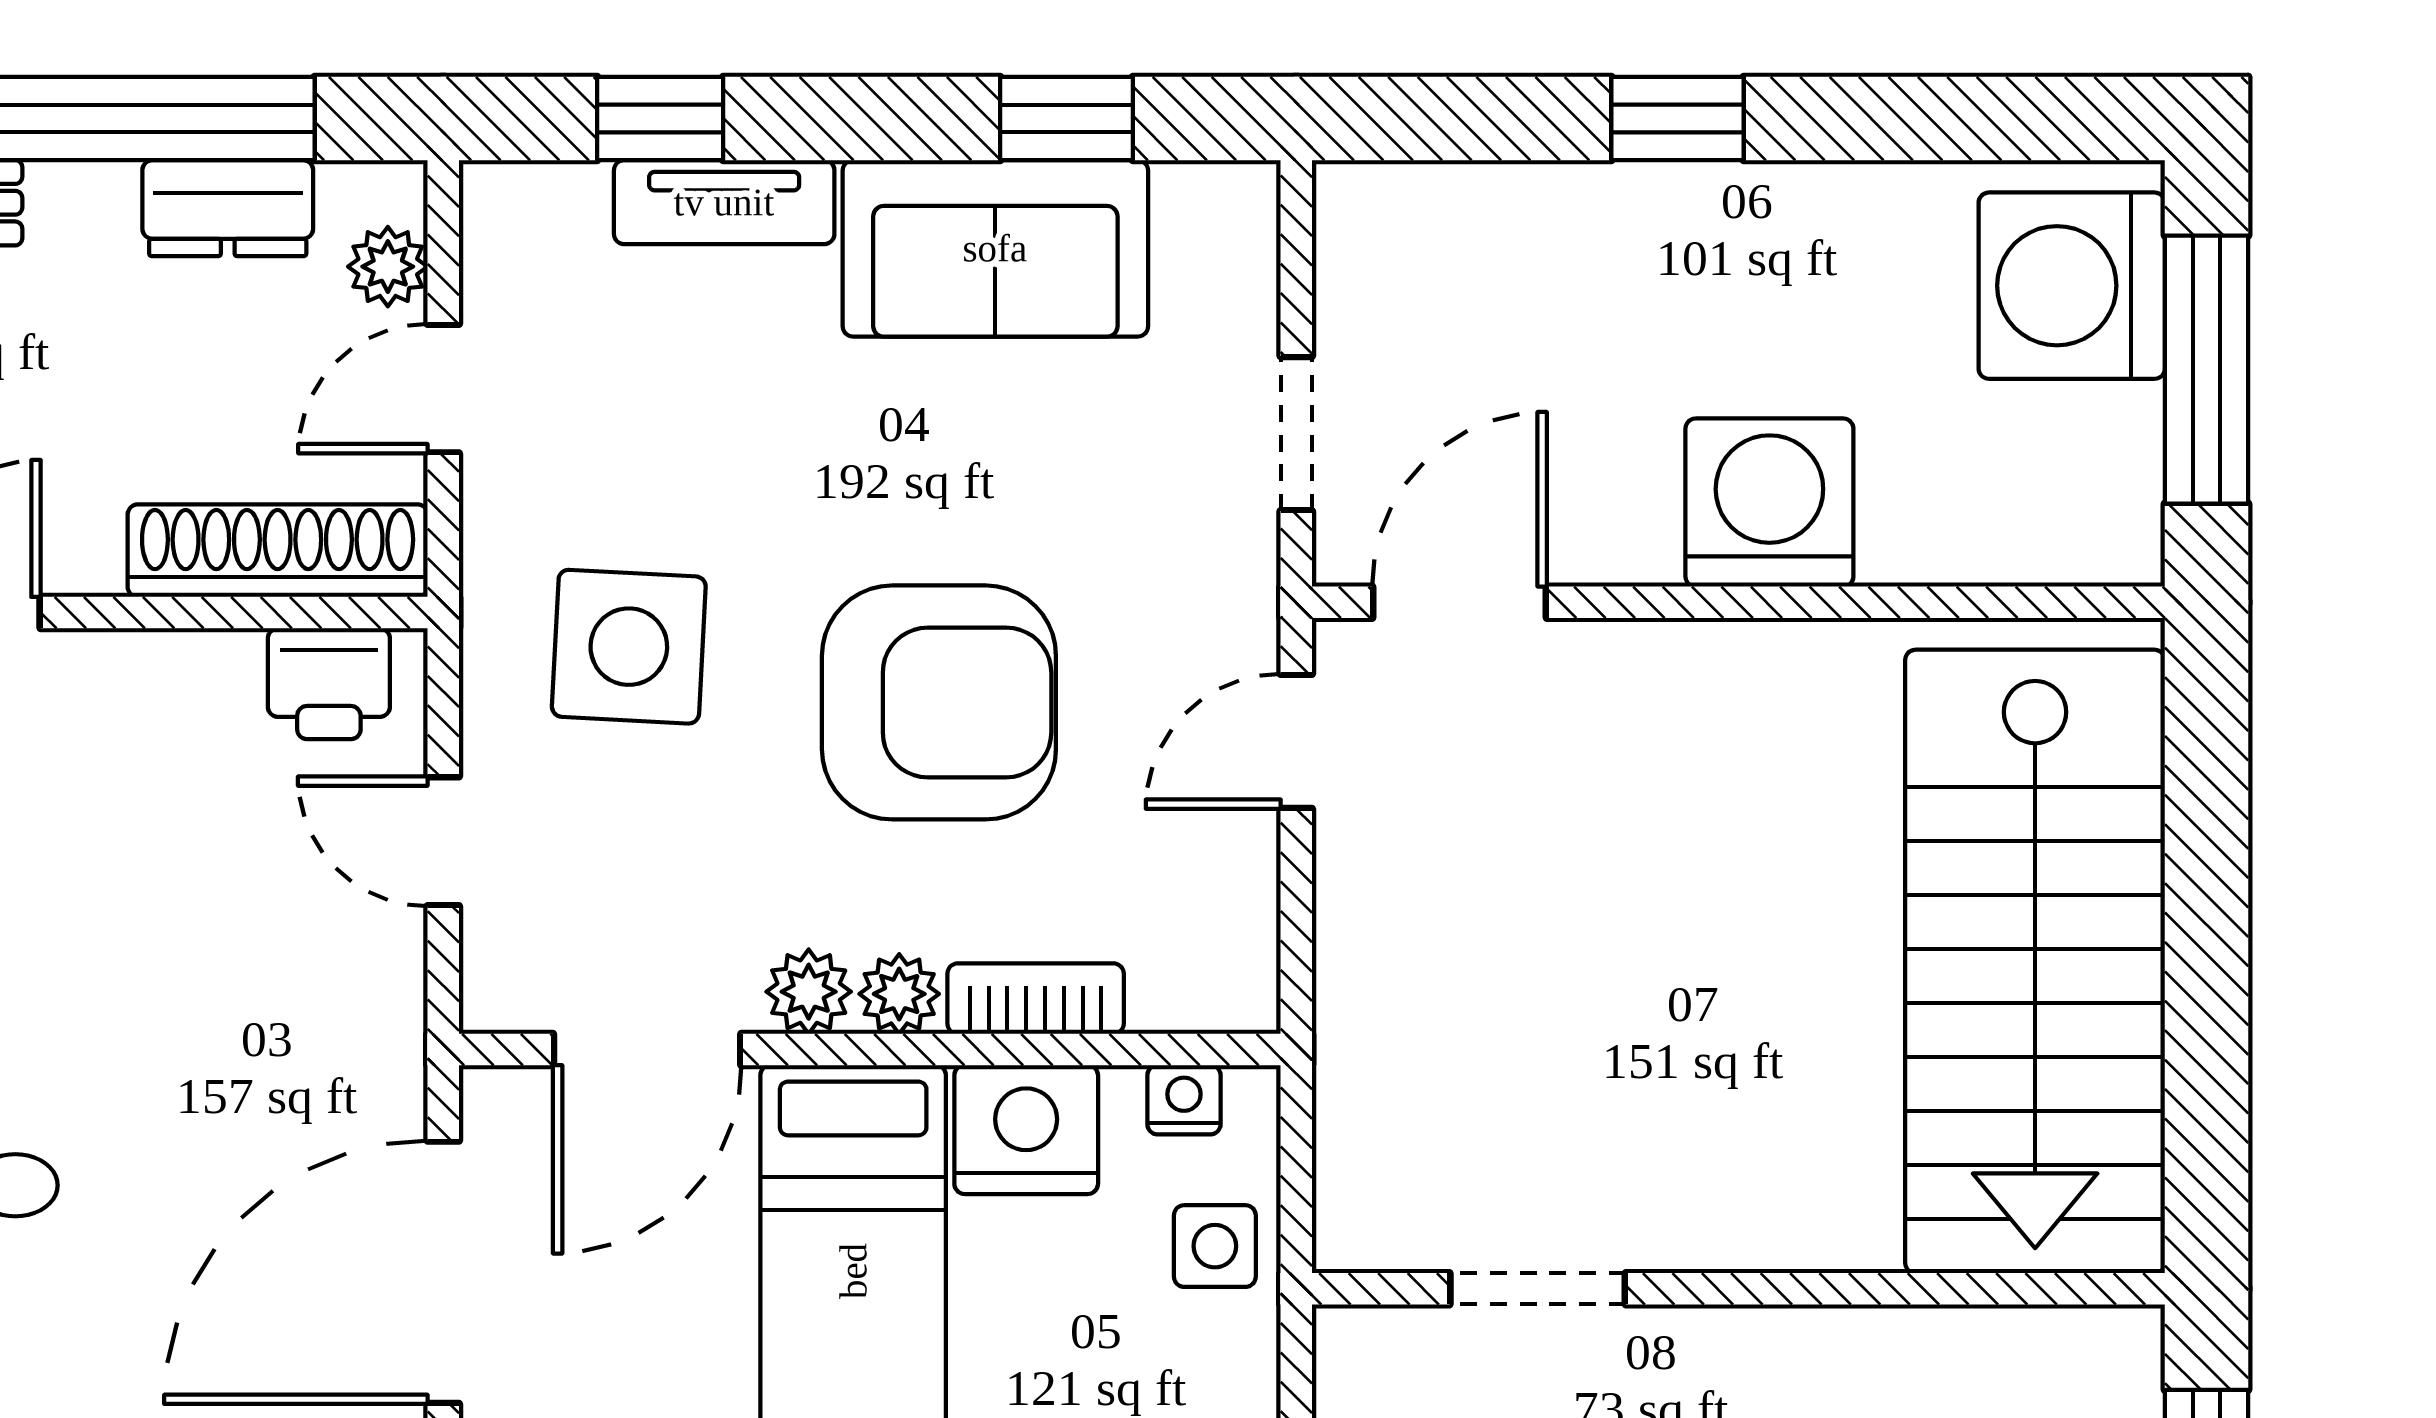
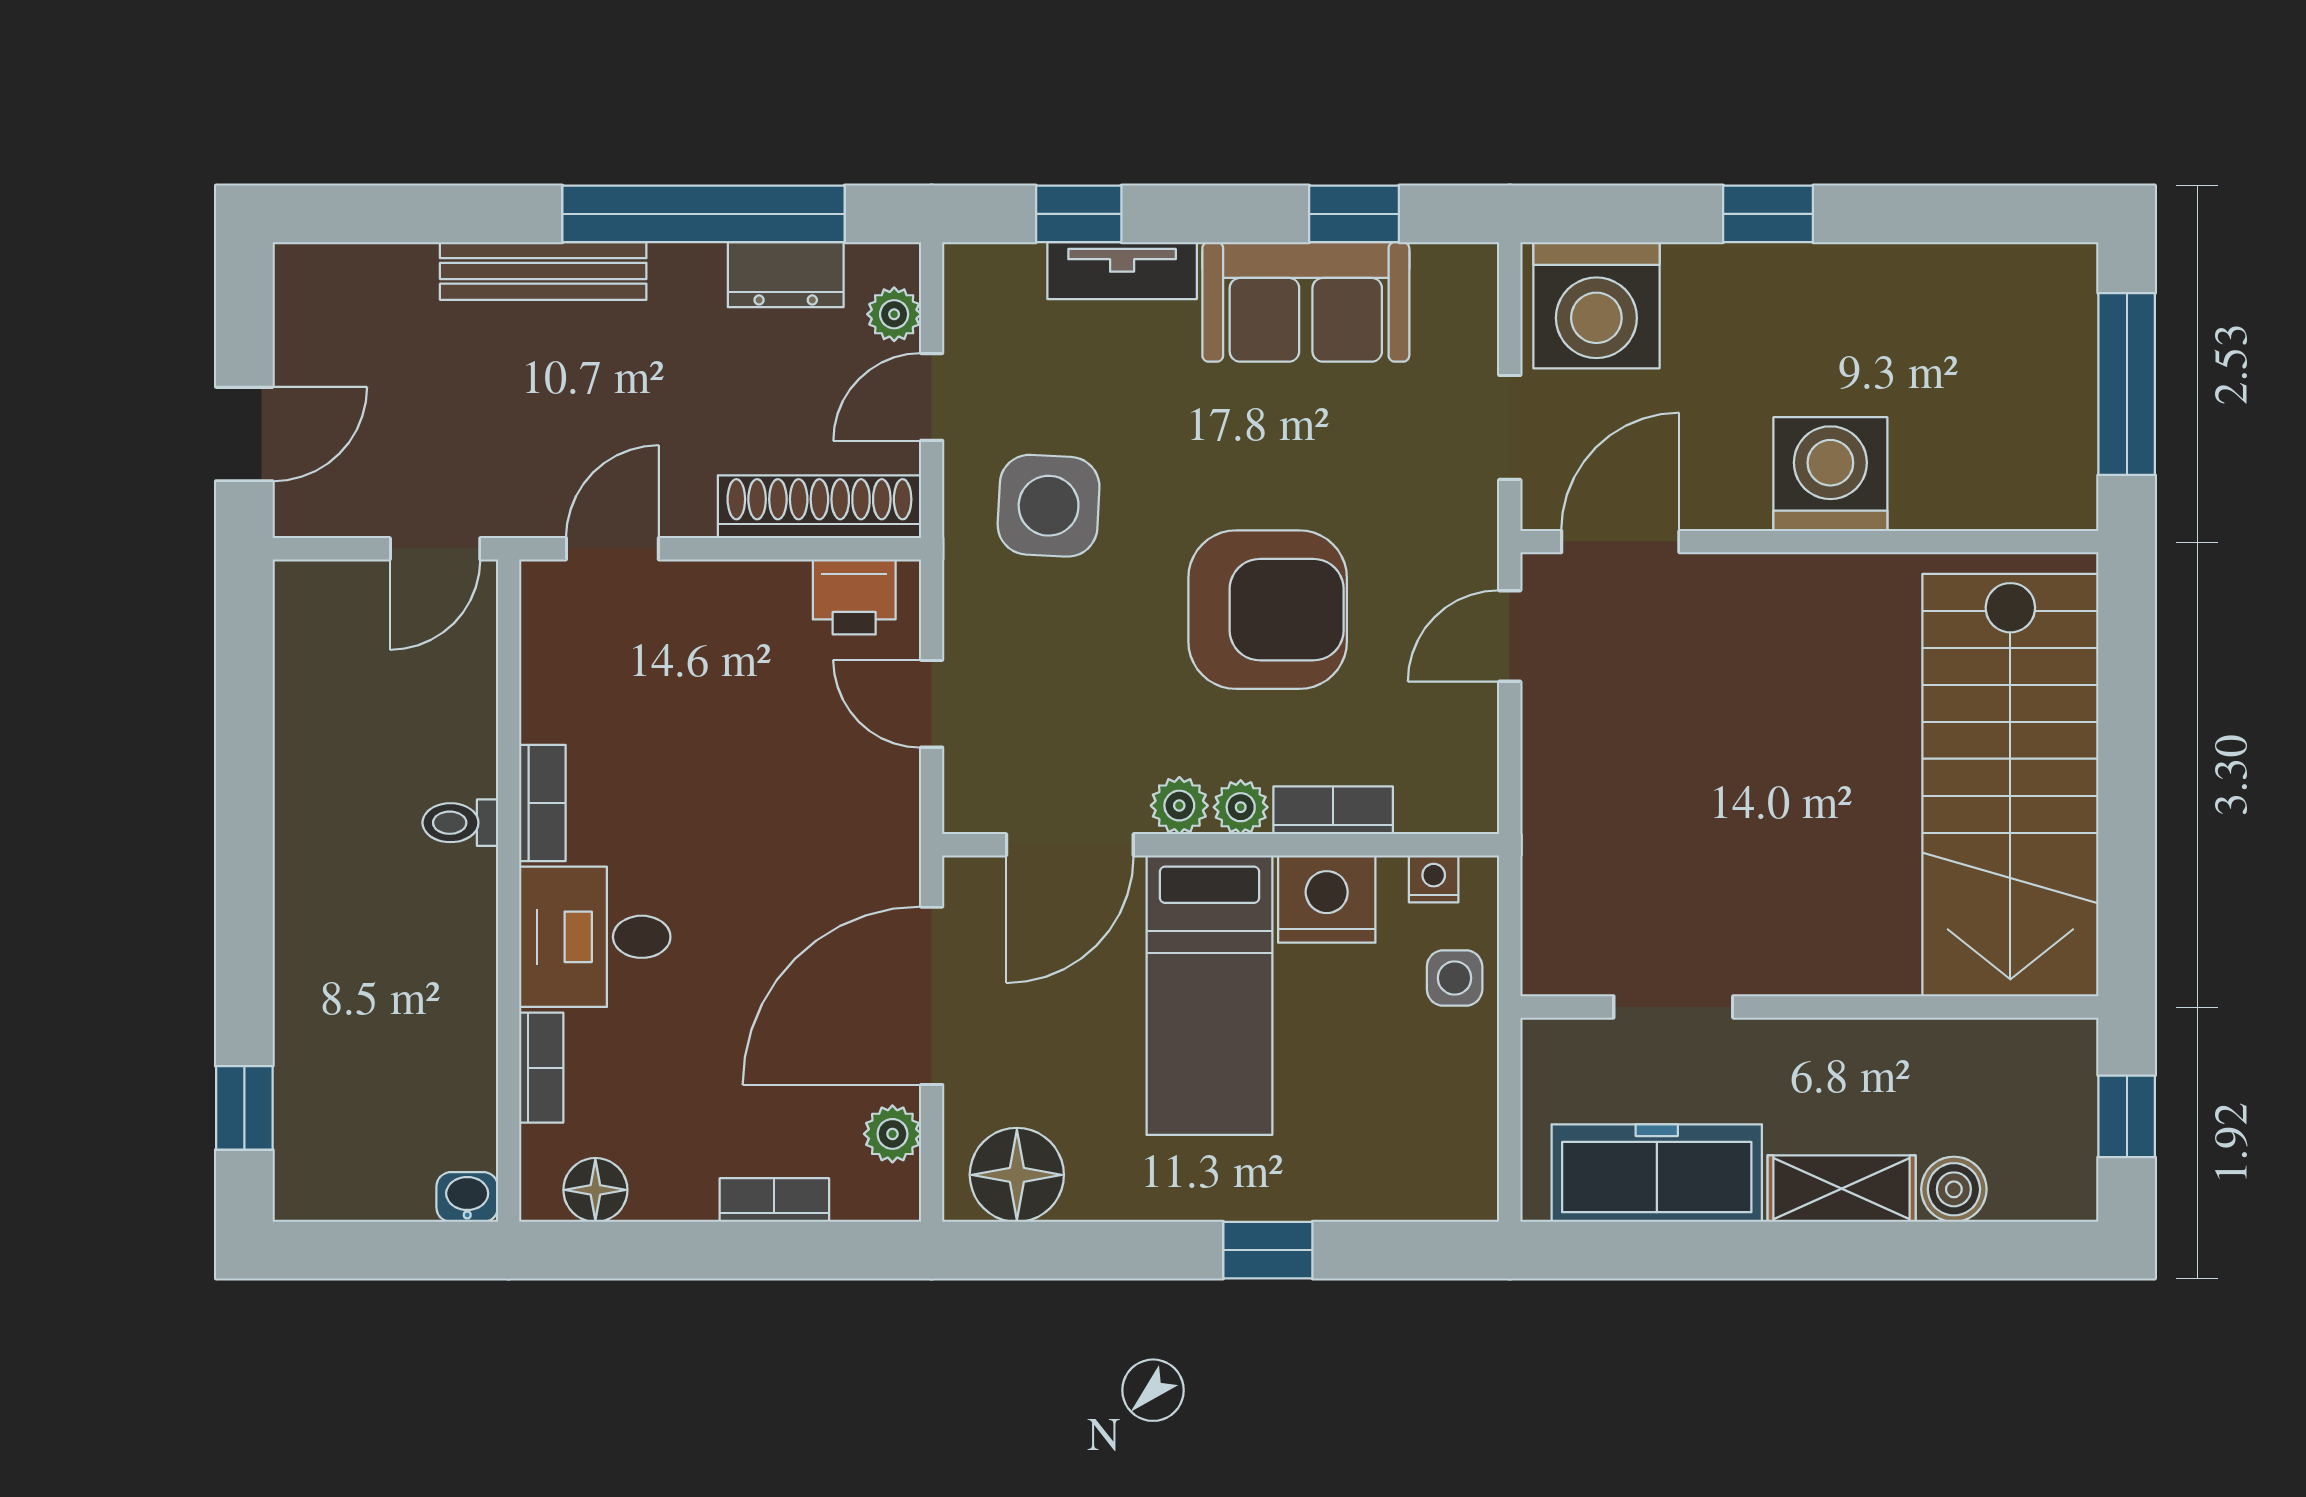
washing machine: (2072, 286) -> (1596, 305), moved, turned -90
side table: (629, 647) -> (1049, 506), moved

